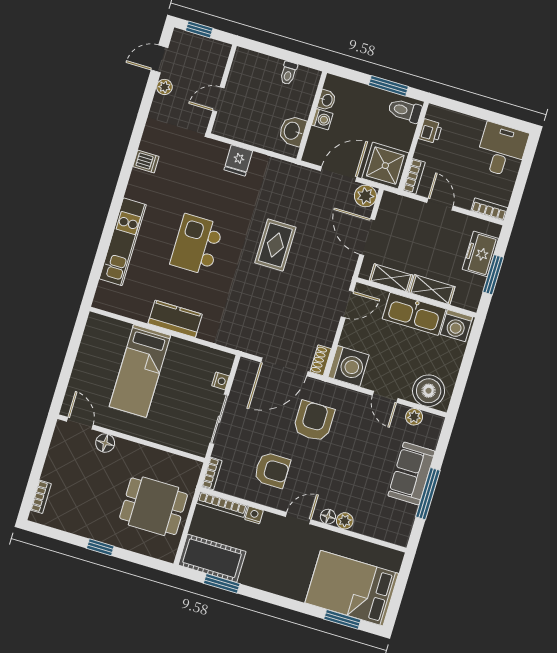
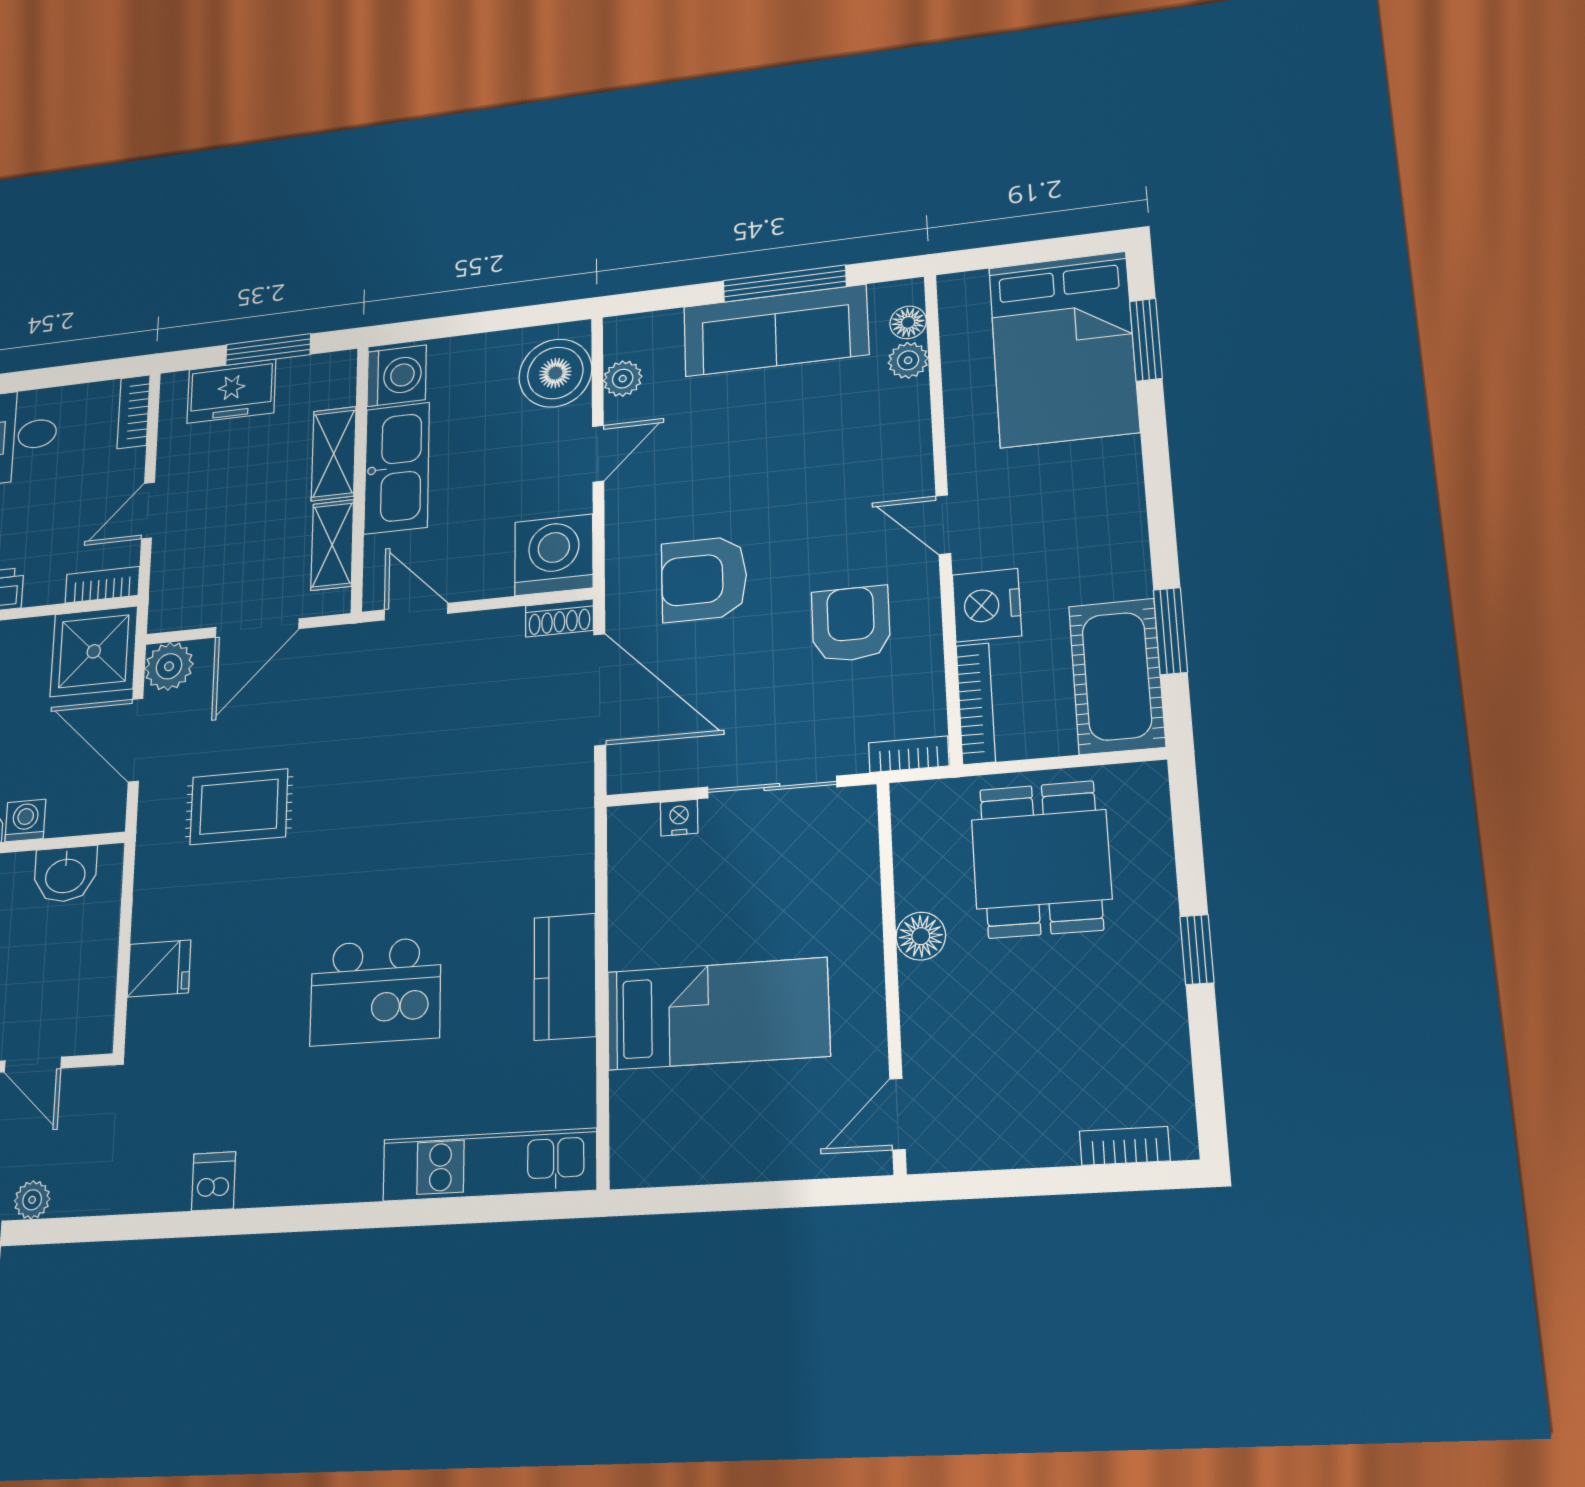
kitchen unit: (123, 242) -> (489, 1165), moved
rug: (275, 245) -> (239, 807), moved
floor lamp: (105, 443) -> (921, 936), moved
sofa: (411, 474) -> (776, 331), width x1.36
nightstand: (254, 515) -> (987, 605), width x1.89, depth x1.79
floor lamp: (328, 517) -> (908, 322), moved
plant: (345, 521) -> (908, 360), moved

